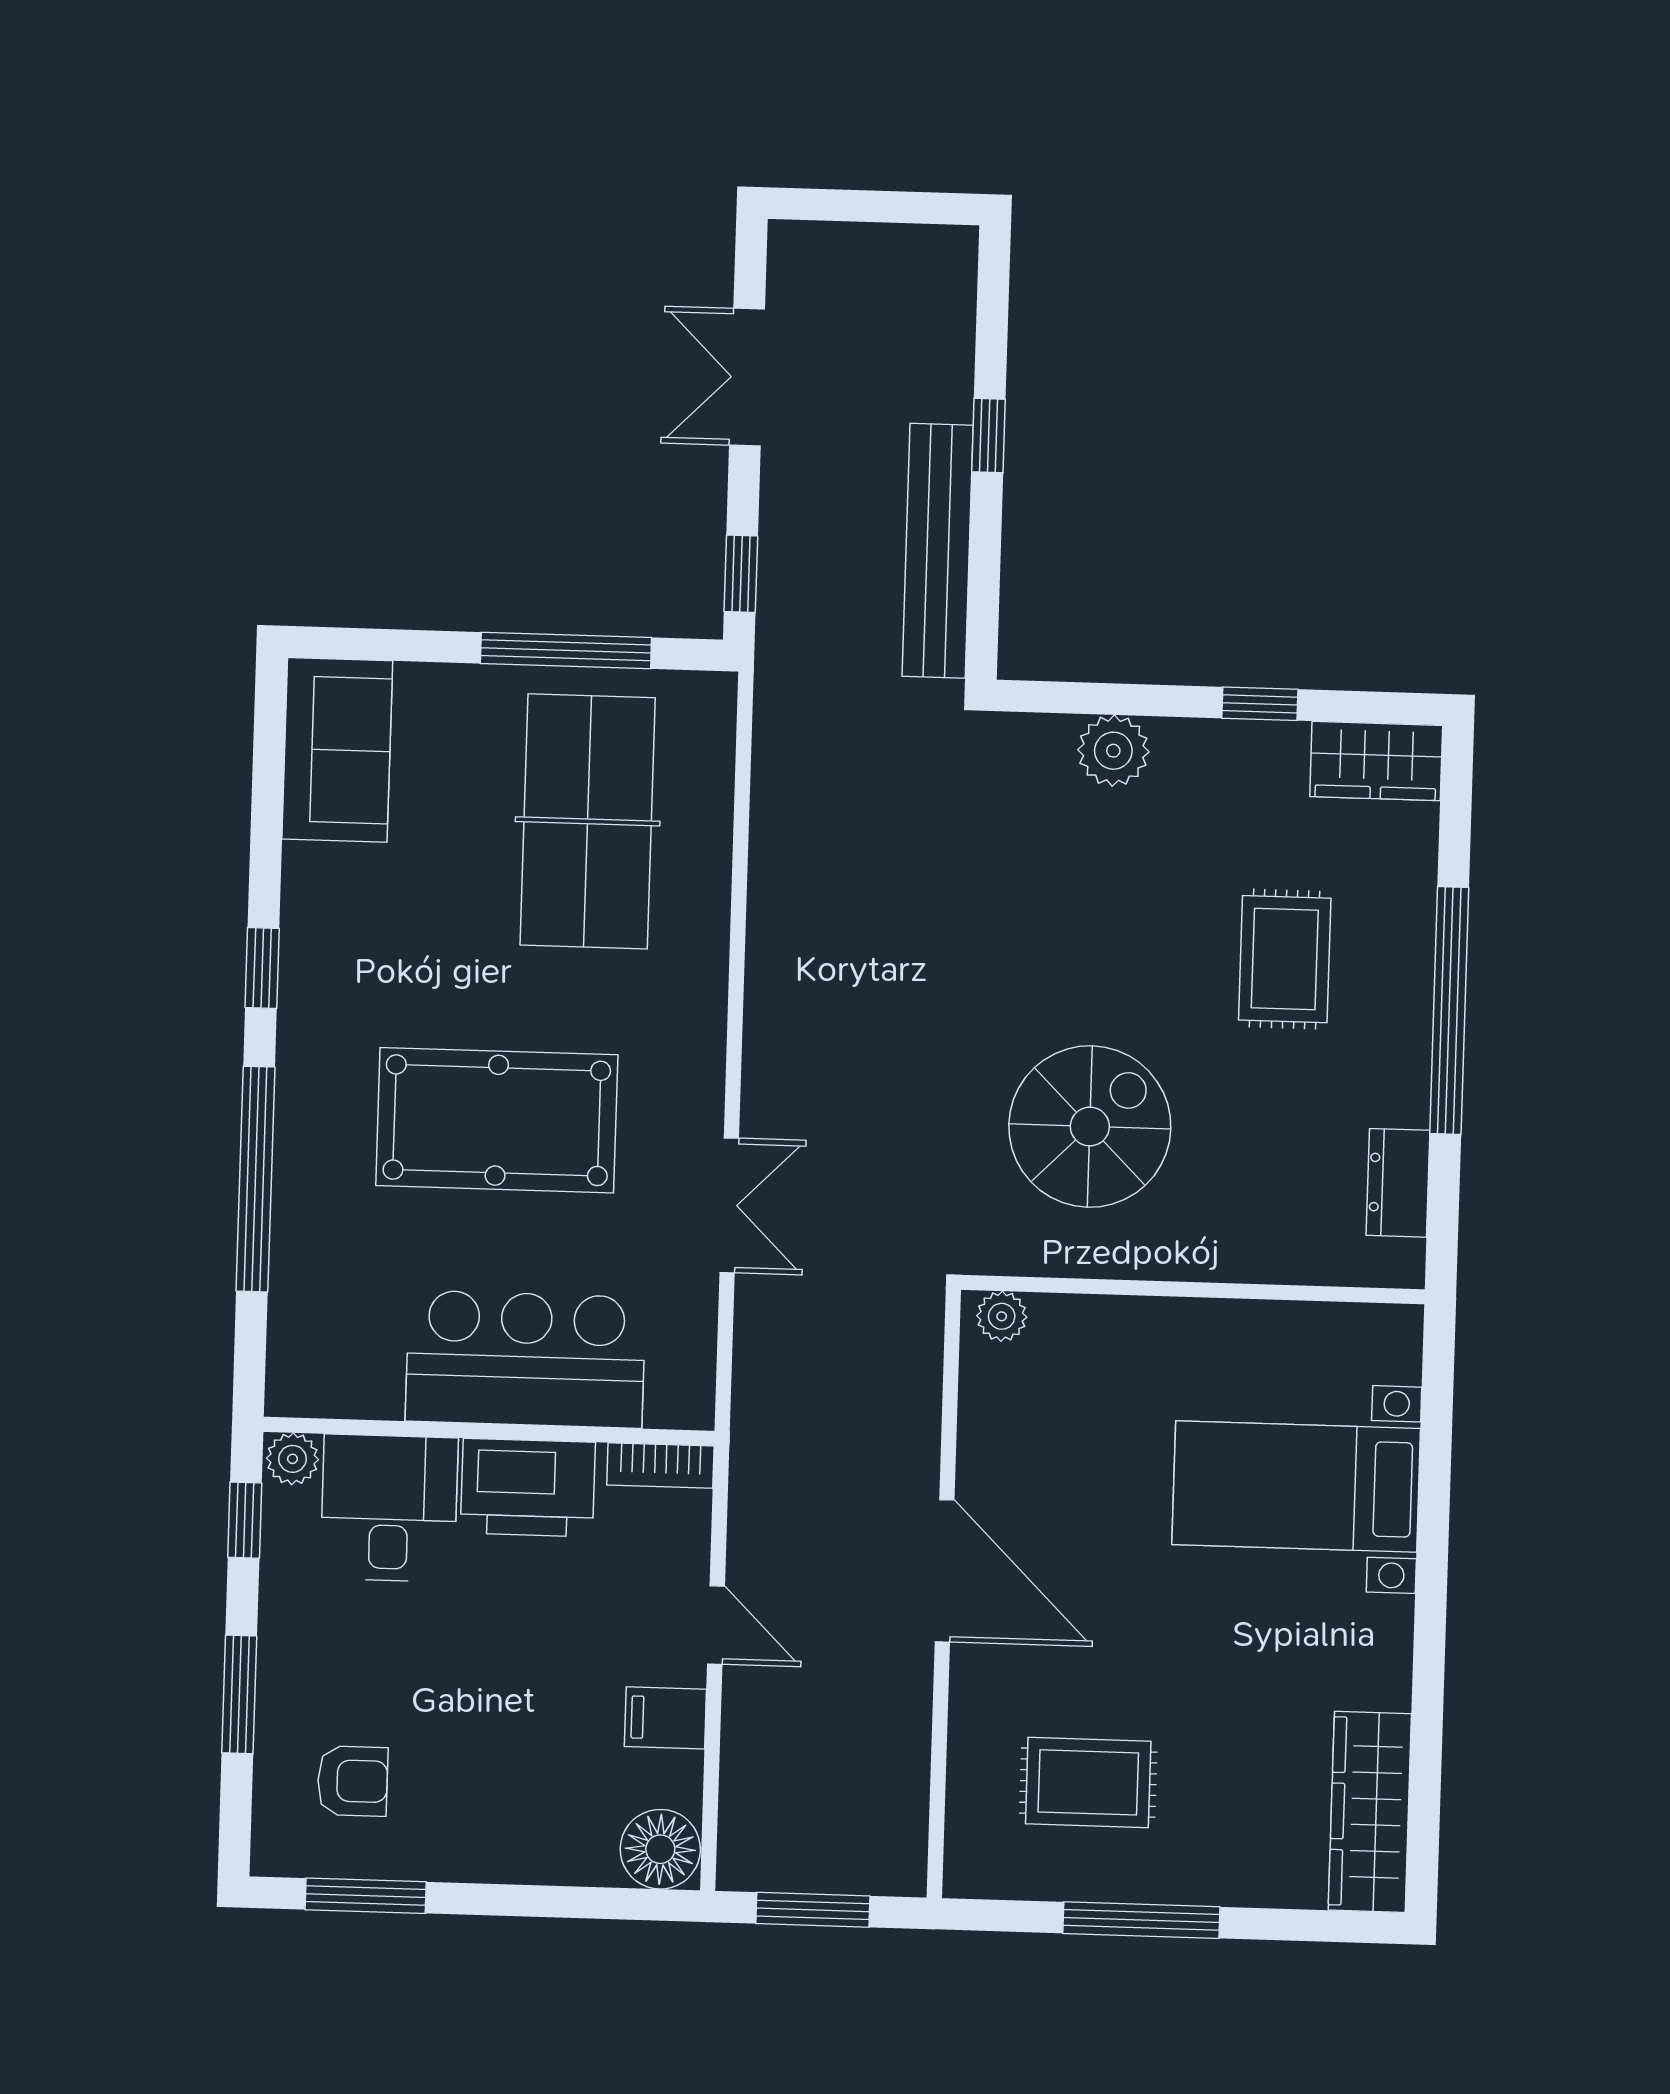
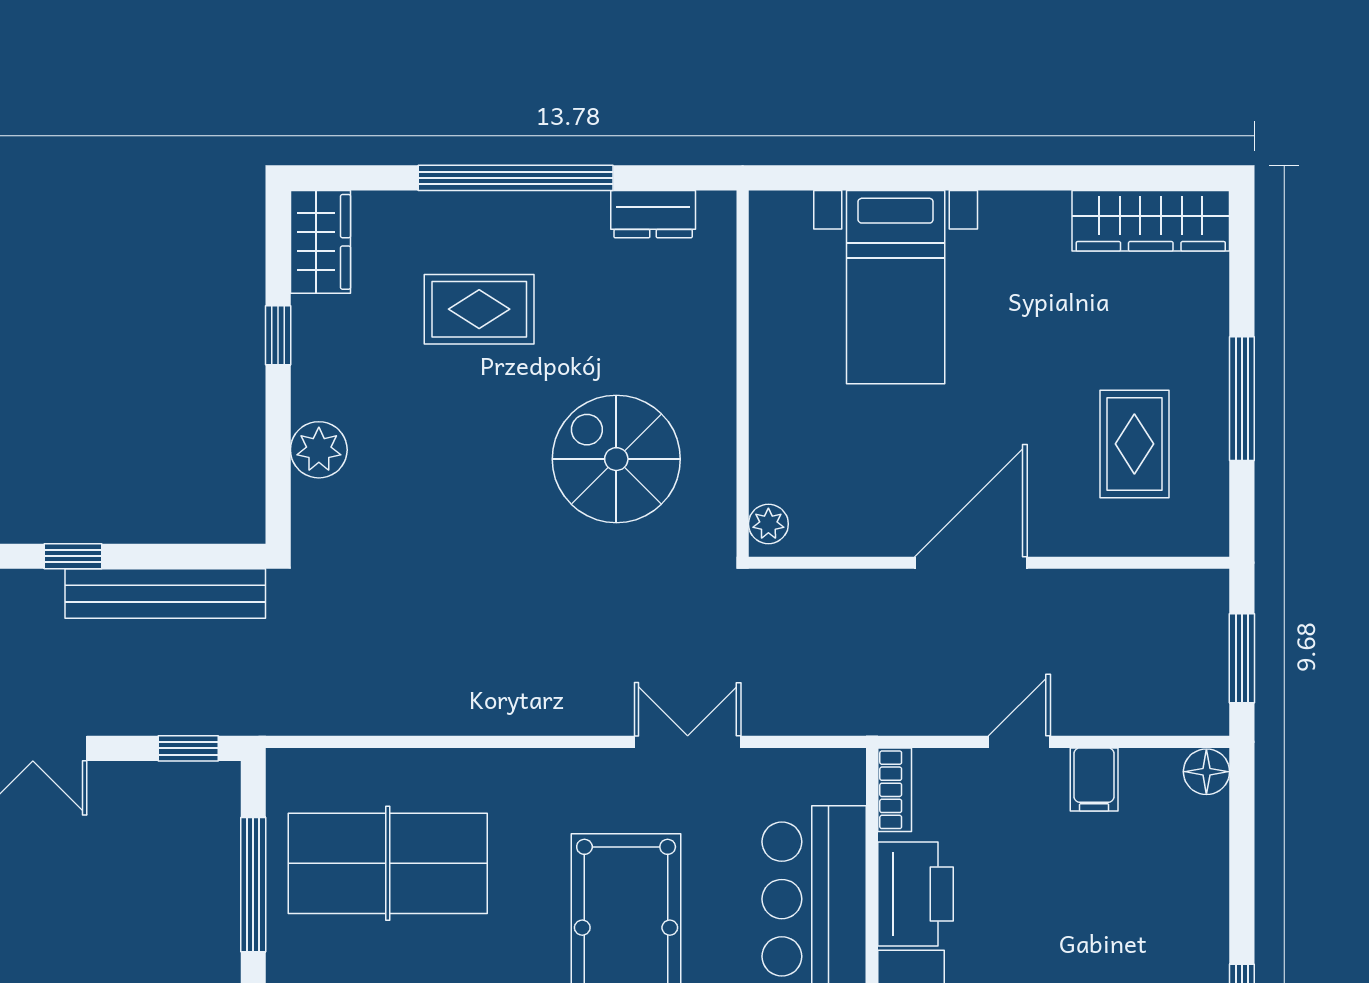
floor lamp: (660, 1849) -> (1206, 772), width x0.73, depth x0.73

